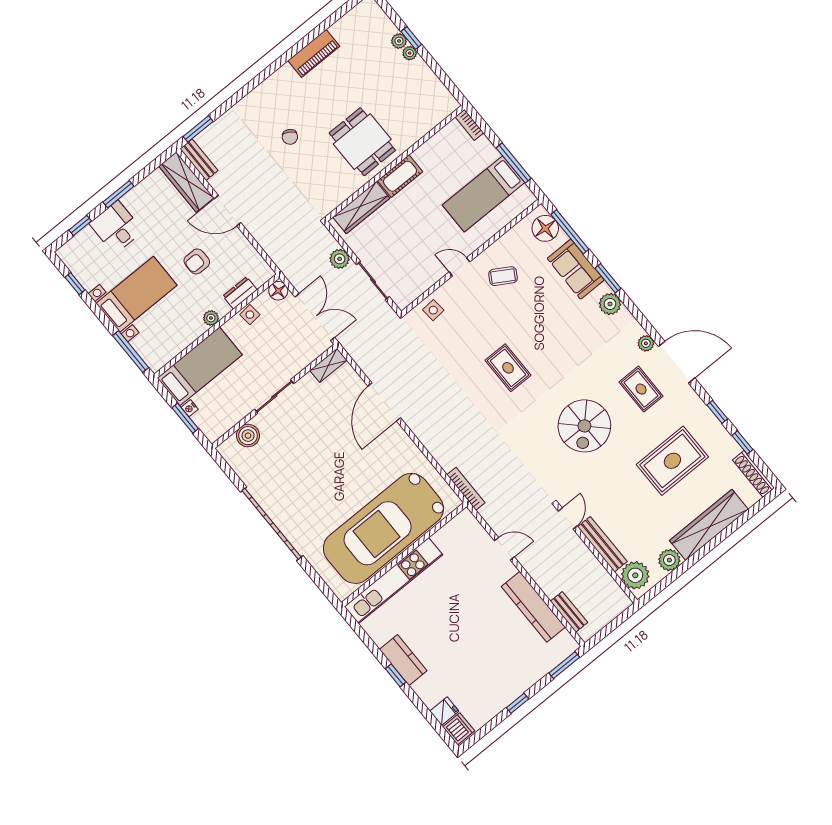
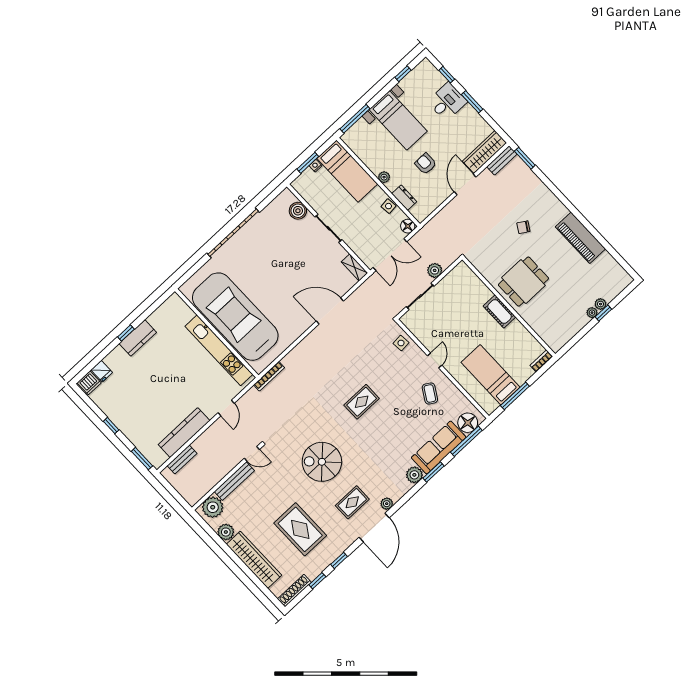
piano: (314, 53) -> (580, 238), width x1.37, depth x1.33
wardrobe: (361, 208) -> (474, 284), removed
sofa: (576, 269) -> (439, 447), width x1.36
kitchen unit: (393, 581) -> (219, 350), moved

